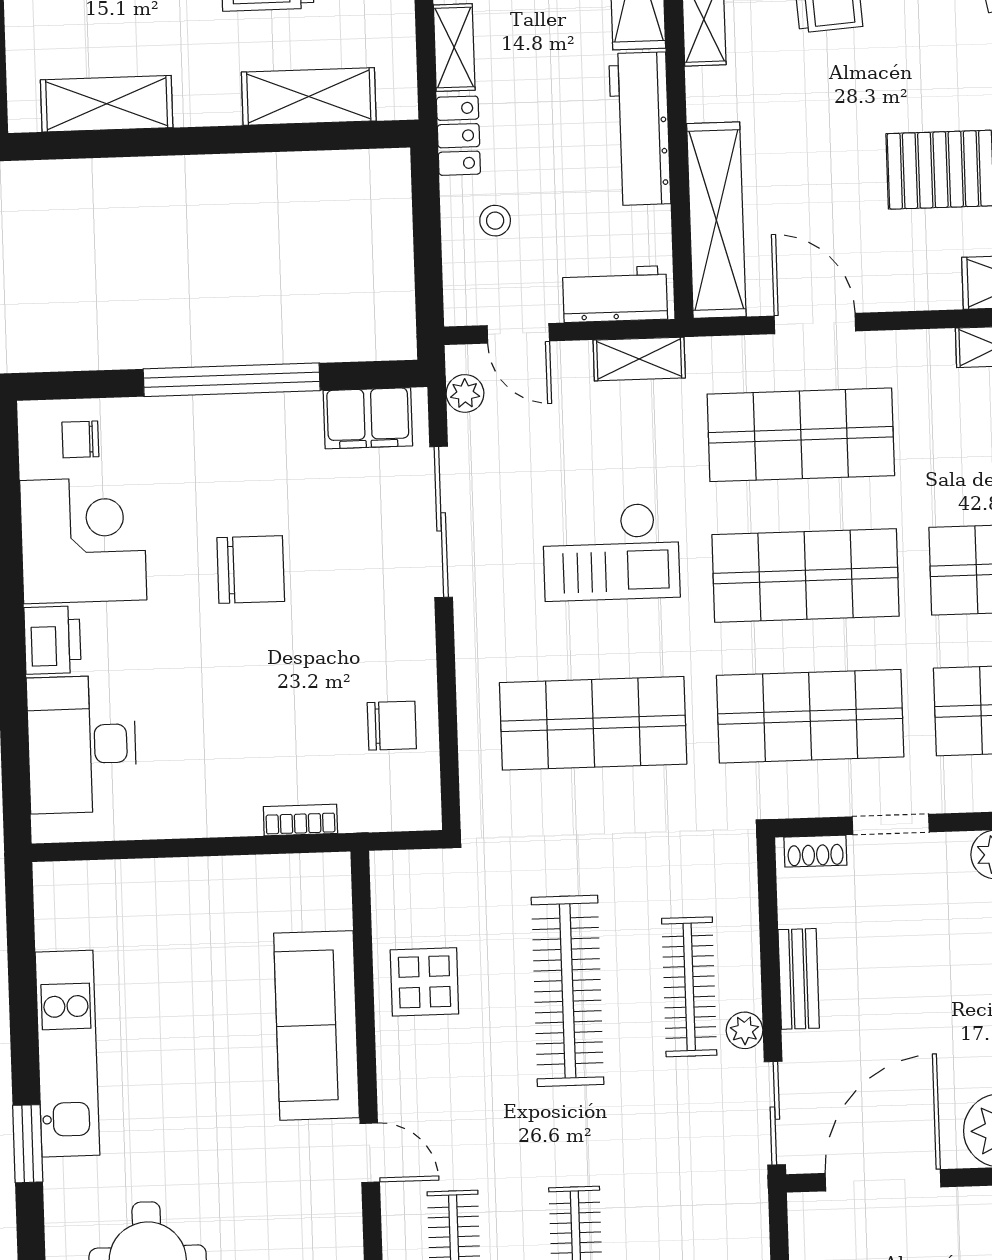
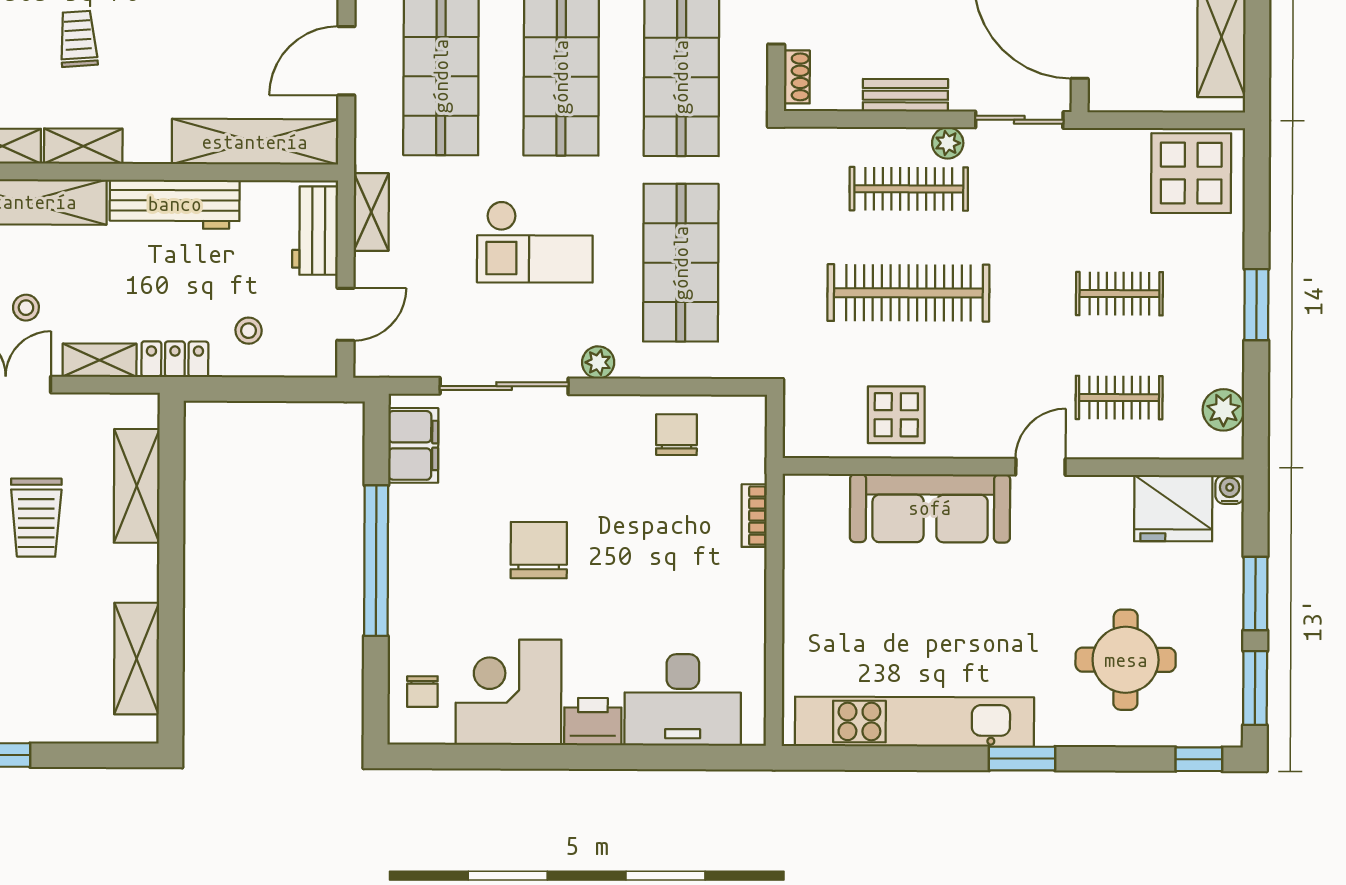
plant: (465, 393) -> (598, 362), moved
checkout: (611, 552) -> (535, 242), turned 90
kitchen unit: (67, 1054) -> (914, 722), width x1.36

